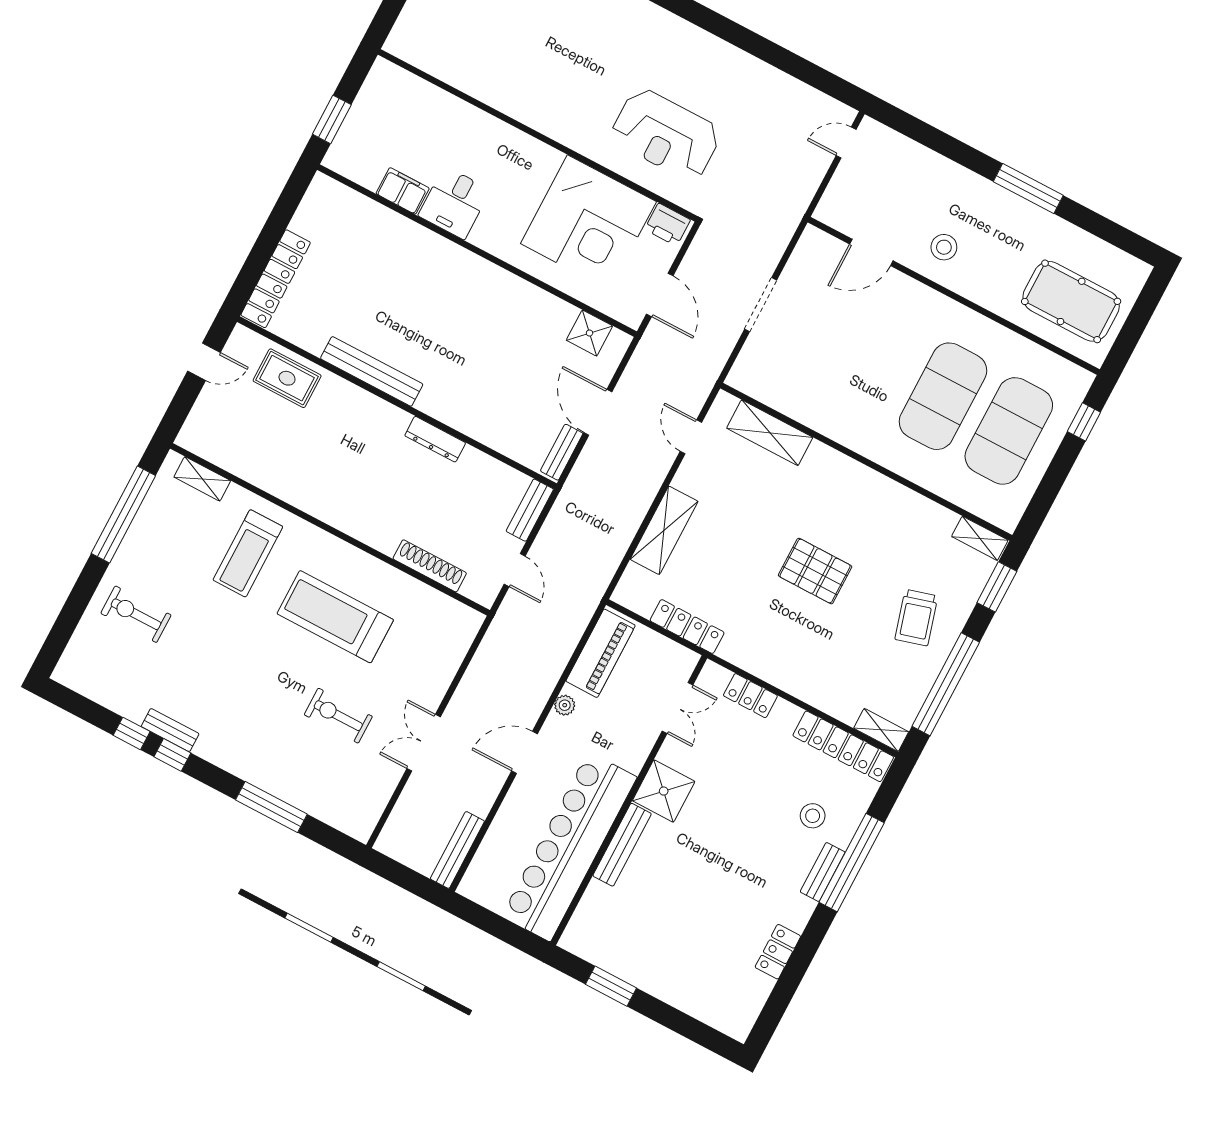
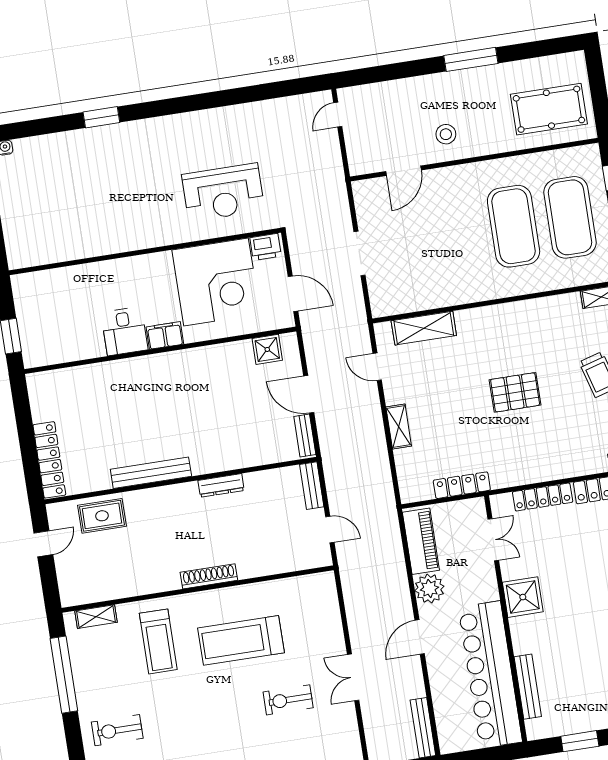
filing cabinet: (403, 191) -> (165, 335), moved
shelving: (664, 530) -> (399, 426), width x0.67, depth x0.75
shoe rack: (430, 566) -> (209, 576), moved
locker: (750, 696) -> (543, 497), width x1.53
plant: (565, 705) -> (429, 589), width x1.87, depth x1.87
bench: (622, 845) -> (528, 687), moved

